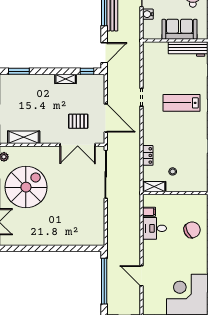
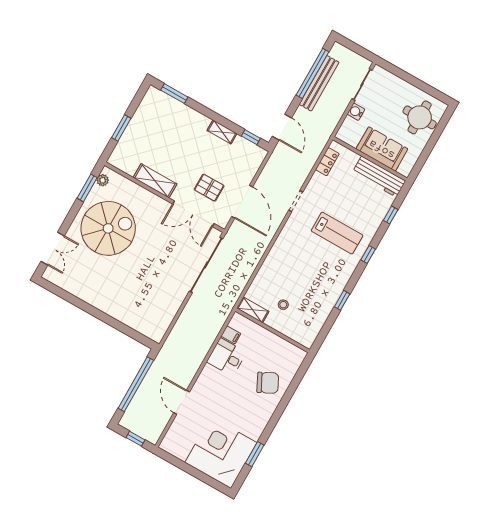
door: (104, 53) -> (282, 127), hinge flipped
lab bench: (182, 103) -> (337, 233), turned 180
shelving: (24, 137) -> (155, 181), moved
locker: (148, 155) -> (327, 162), moved

